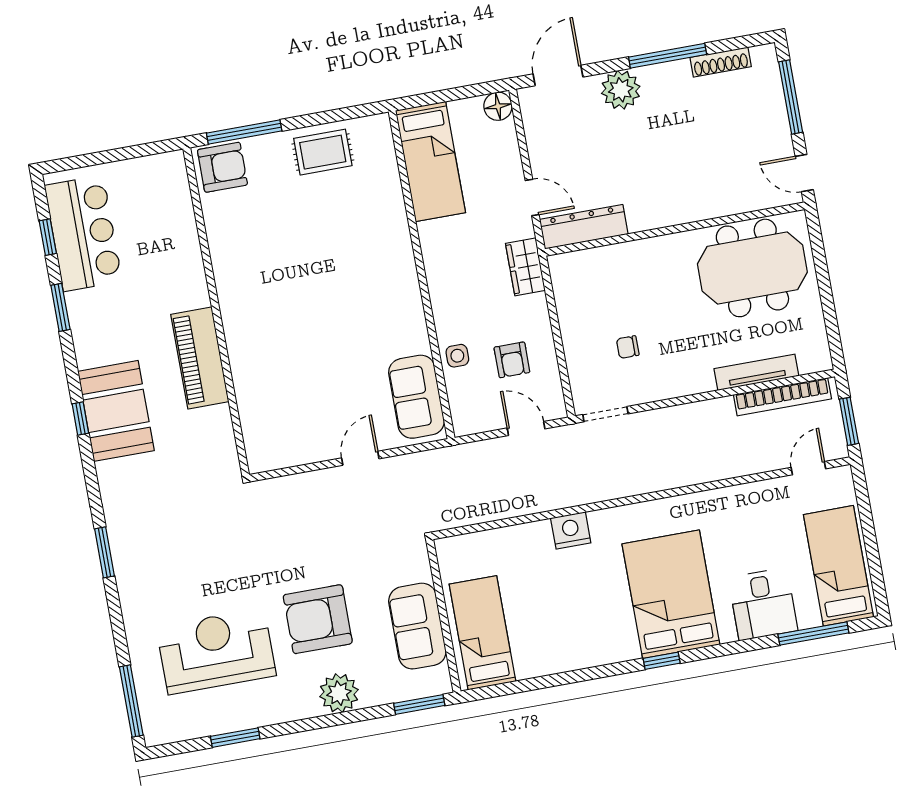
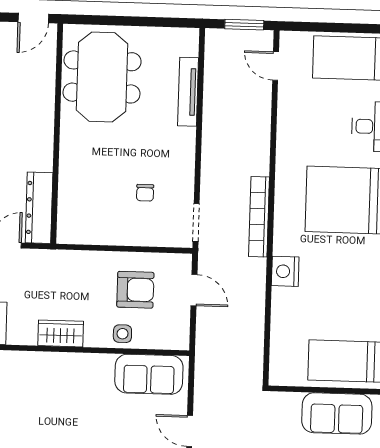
wardrobe: (525, 267) -> (61, 333), moved, turned 180
armchair: (512, 360) -> (135, 290), width x1.38, depth x1.38
bookcase: (782, 397) -> (259, 217), moved, turned 180
door: (526, 428) -> (194, 290), swing flipped

